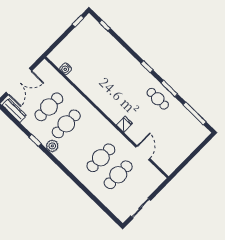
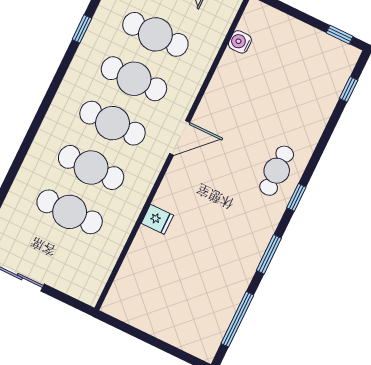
cafe table: (158, 99) -> (277, 171), moved
fridge: (124, 124) -> (157, 219), moved
cafe table: (84, 141) -> (113, 123), added
plant: (52, 146) -> (82, 66), removed
door: (143, 153) -> (180, 138), moved

